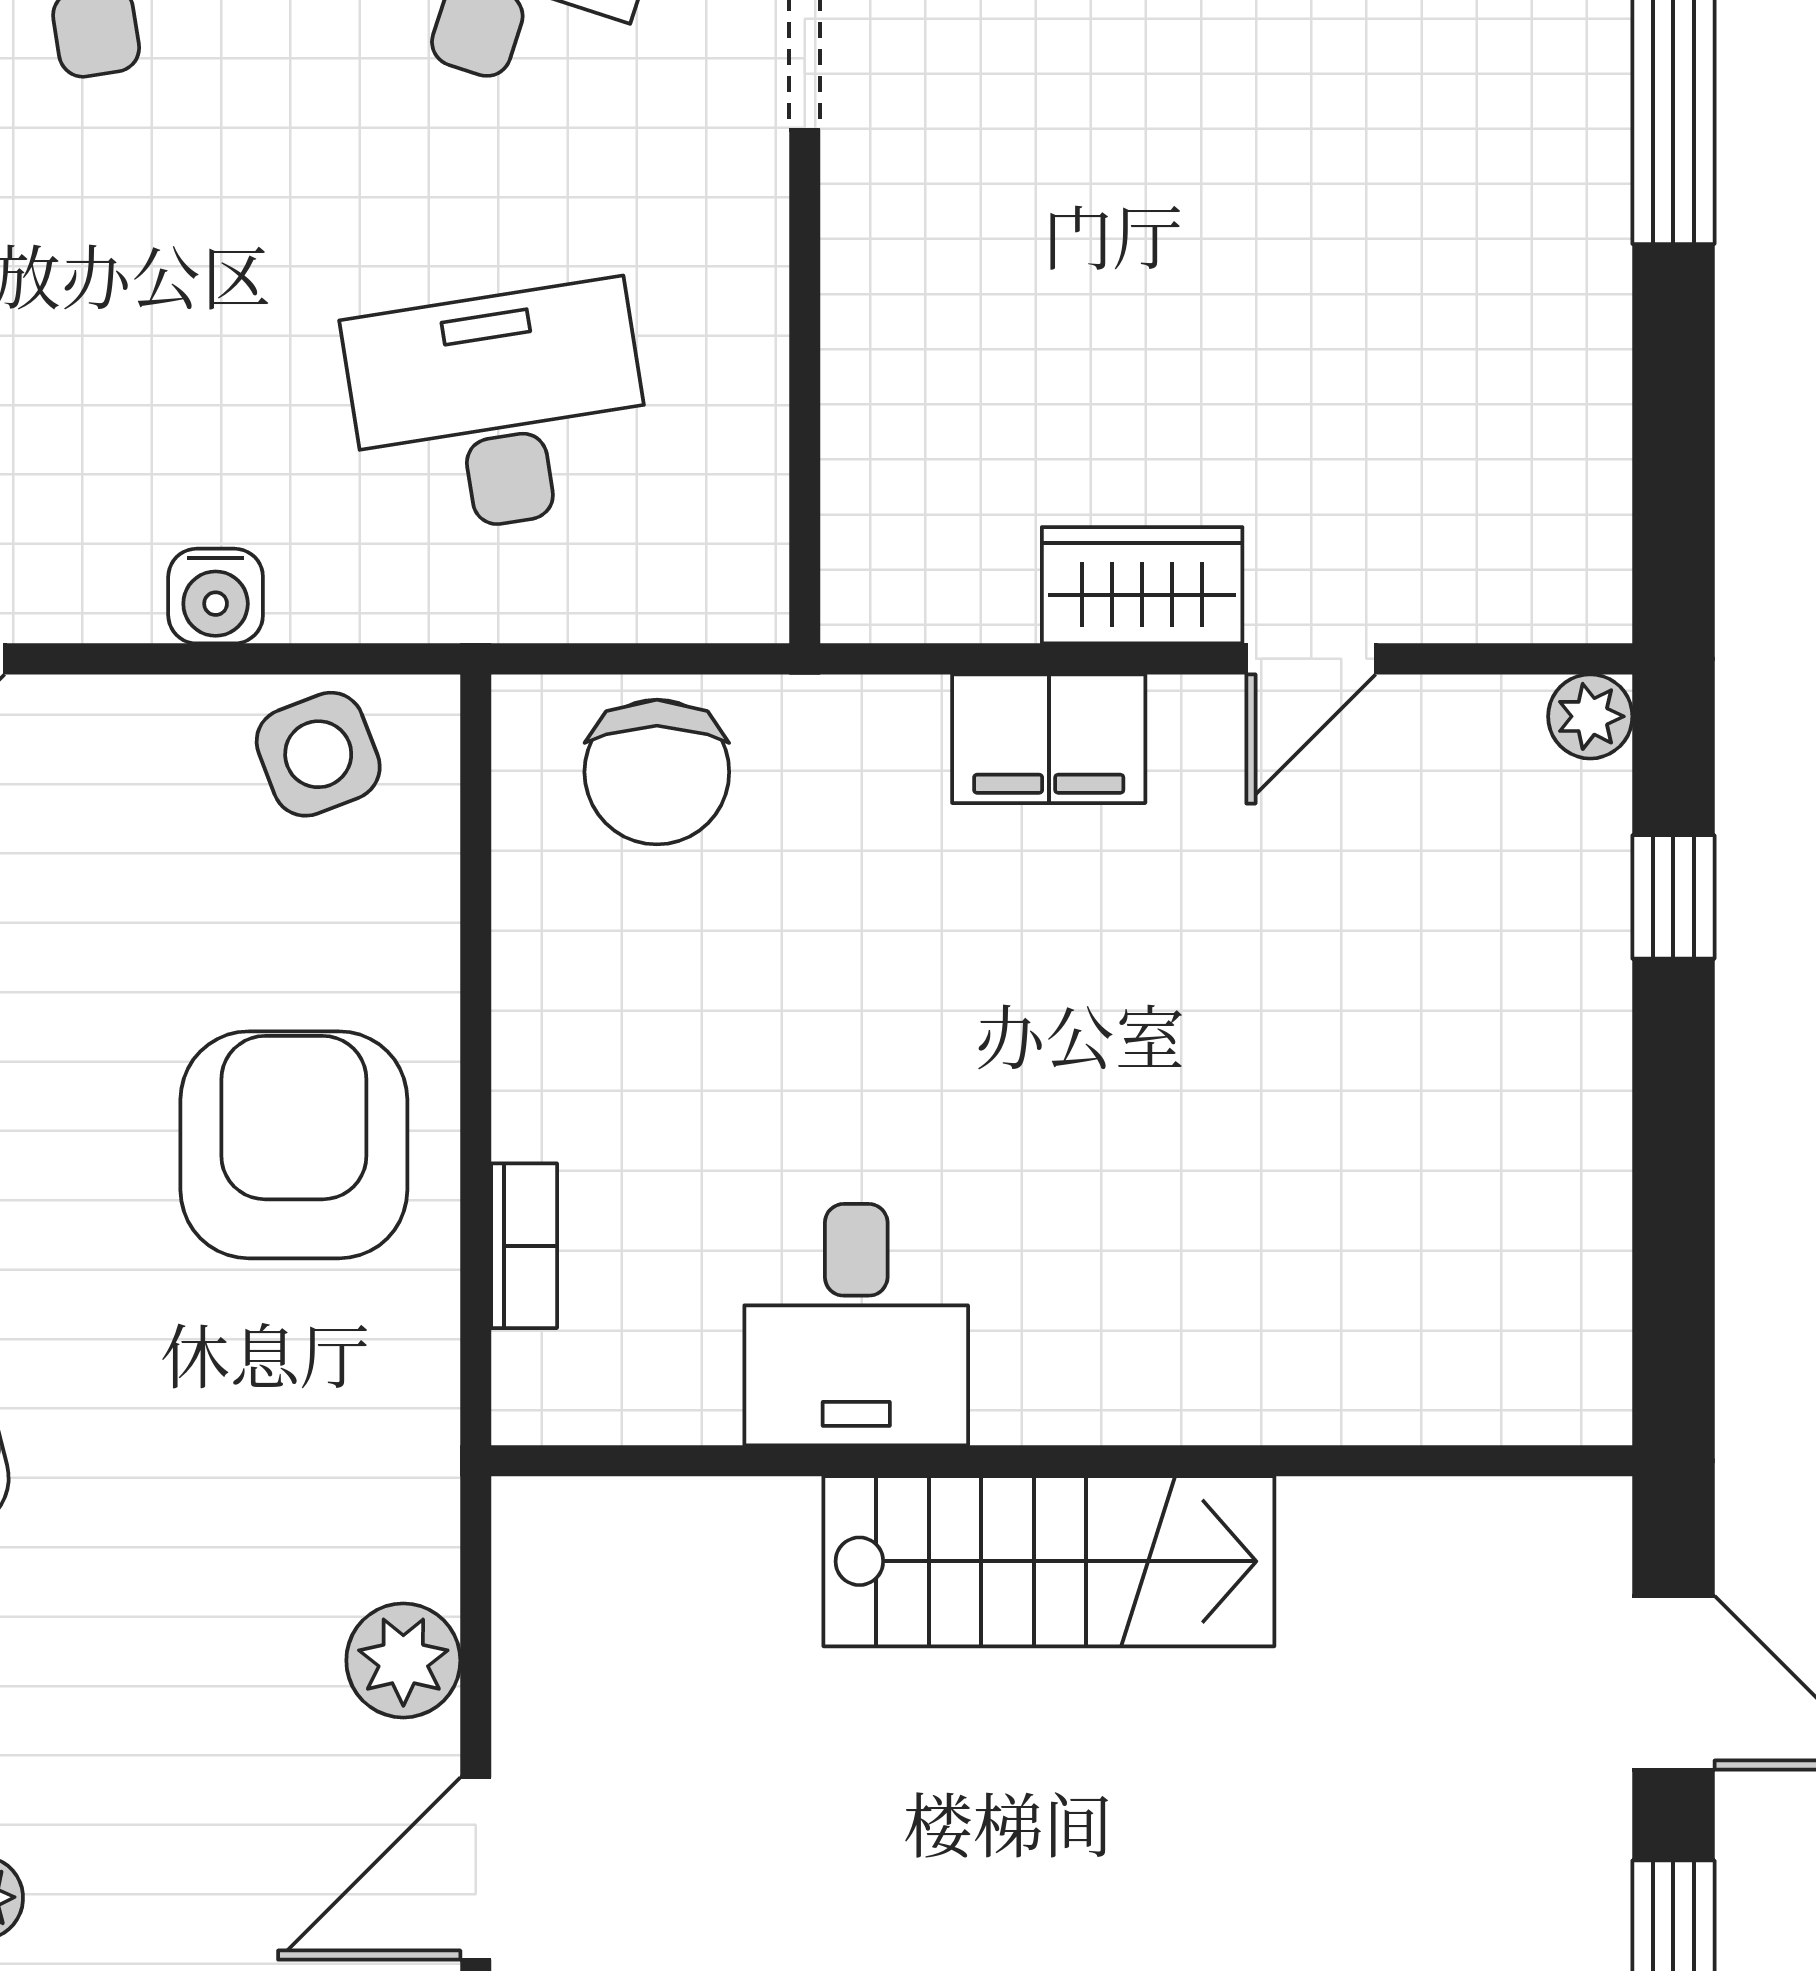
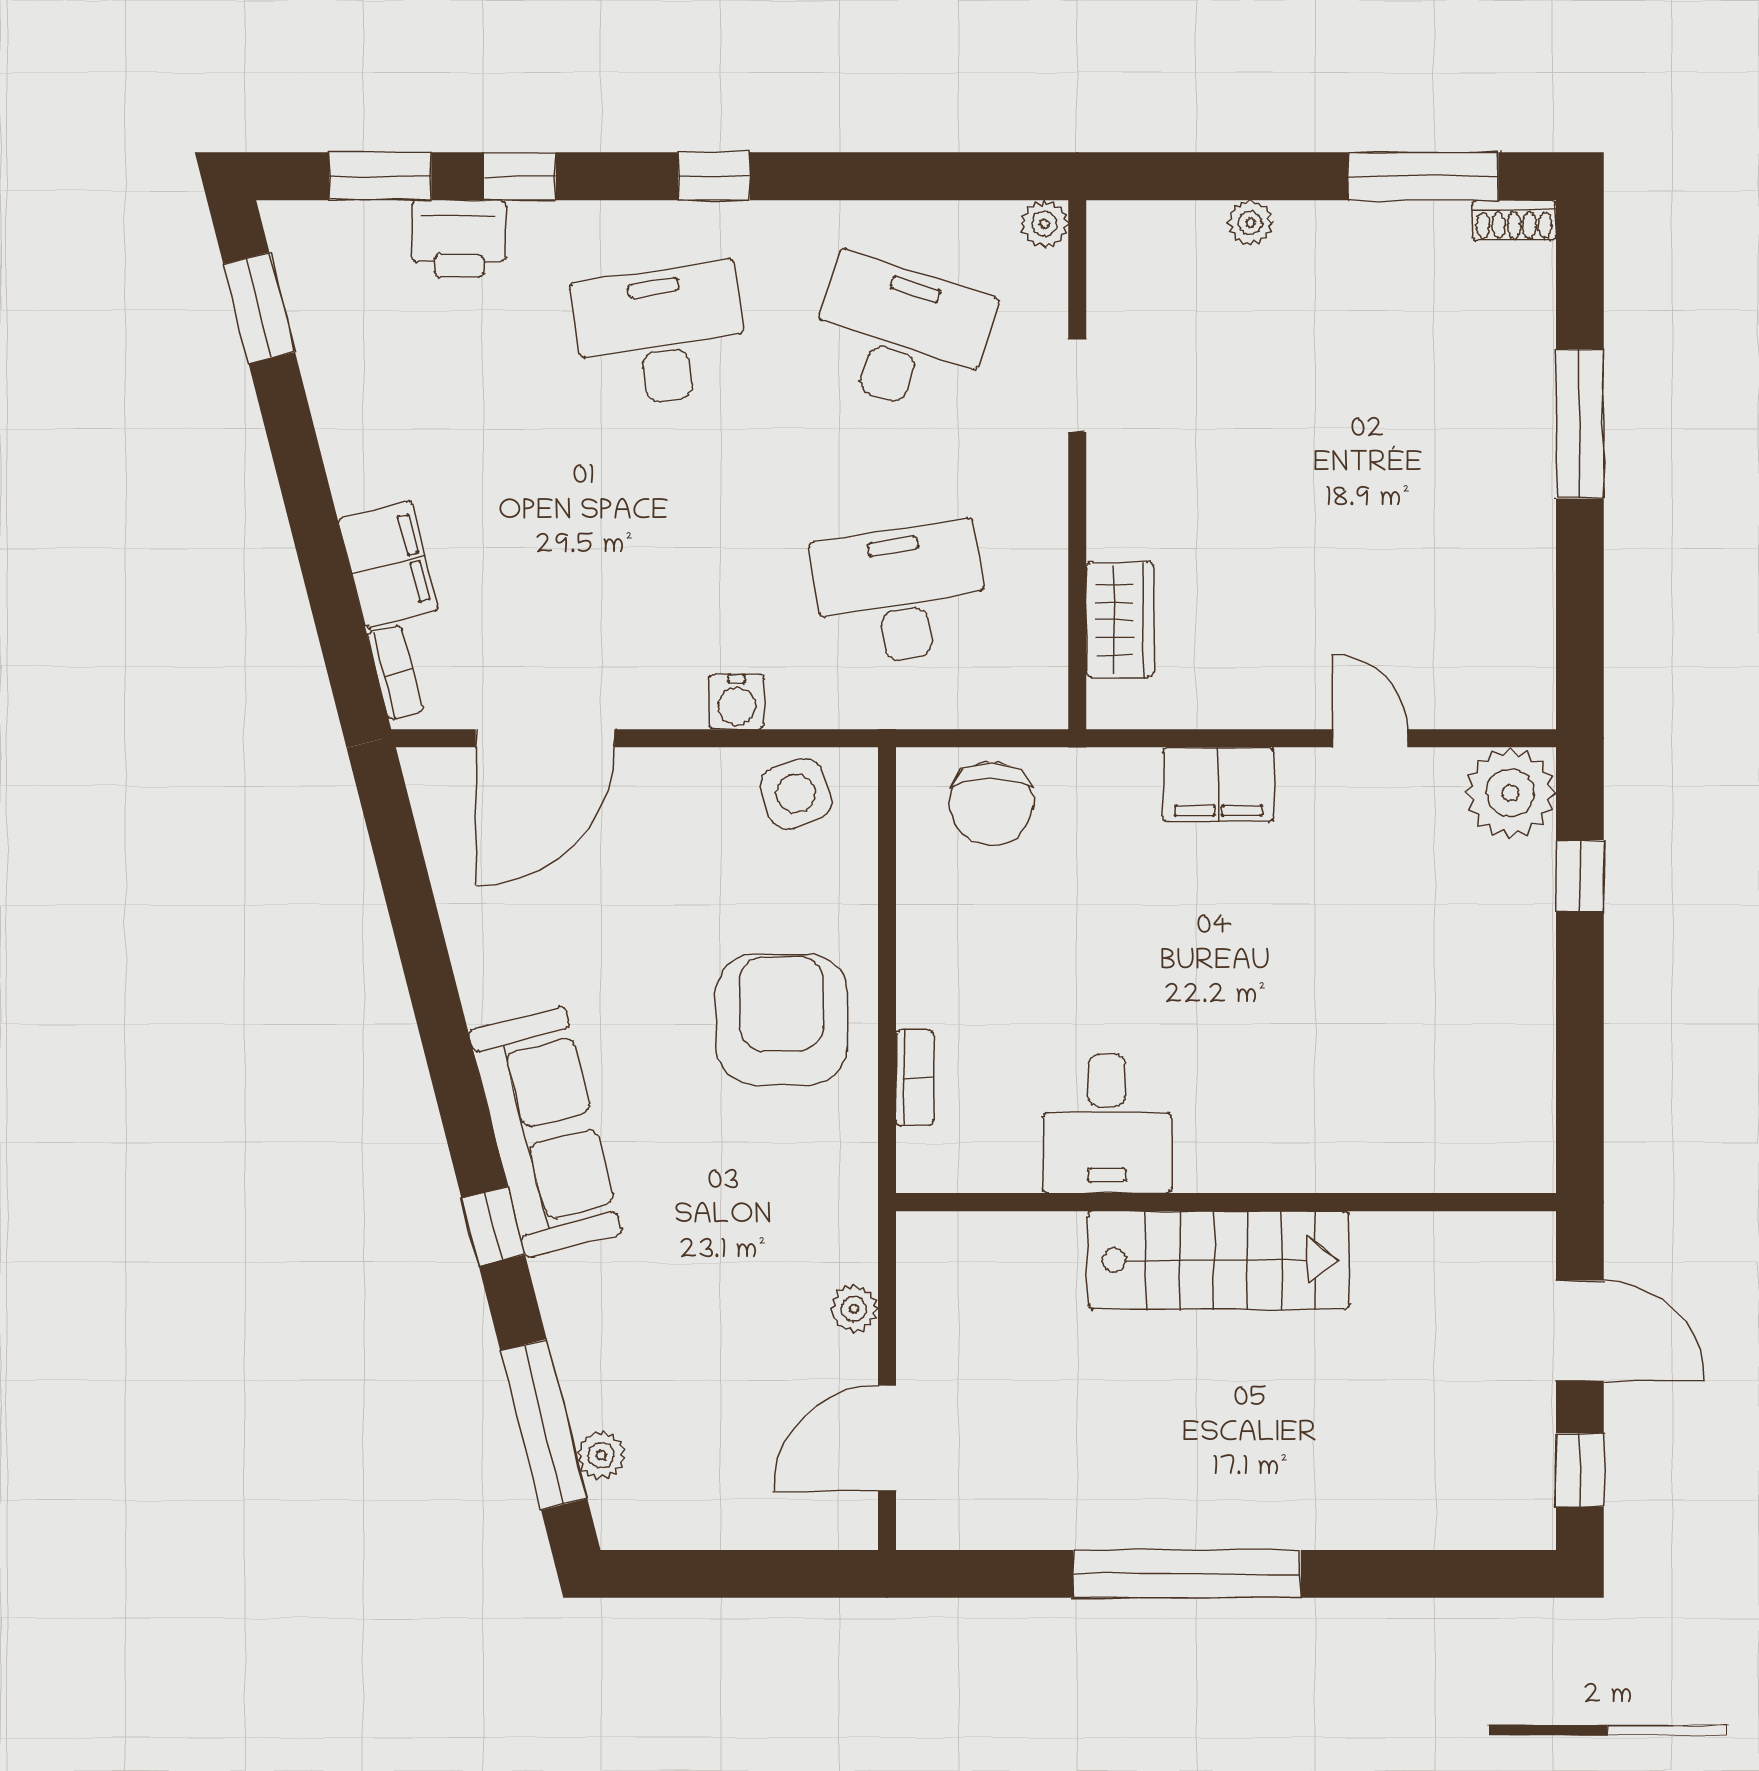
wardrobe: (1142, 585) -> (1120, 619), moved, turned 90
door: (1311, 659) -> (1370, 738), swing flipped
plant: (1590, 716) -> (1510, 793), width x1.87, depth x1.87
plant: (403, 1660) -> (854, 1309), width x0.73, depth x0.73

